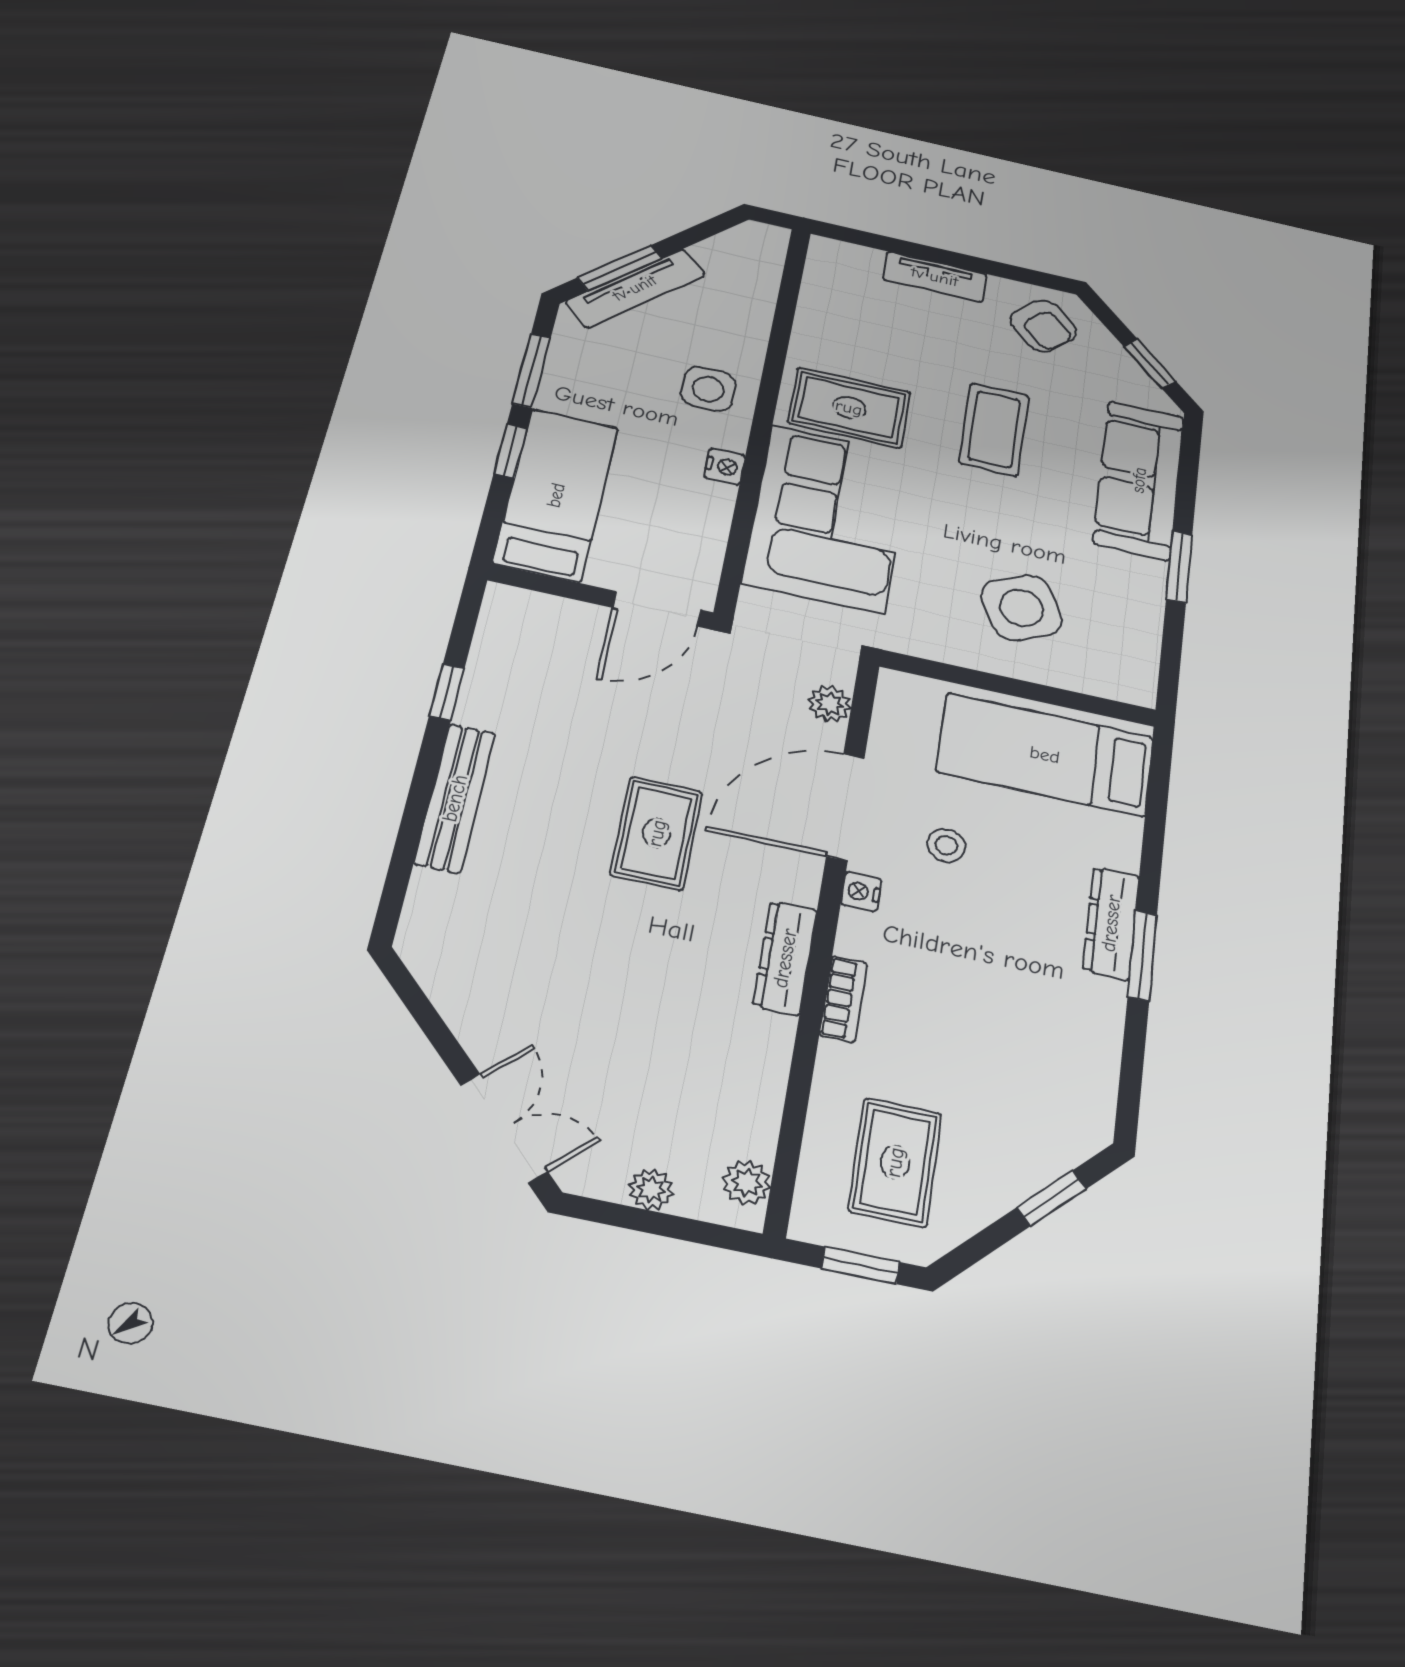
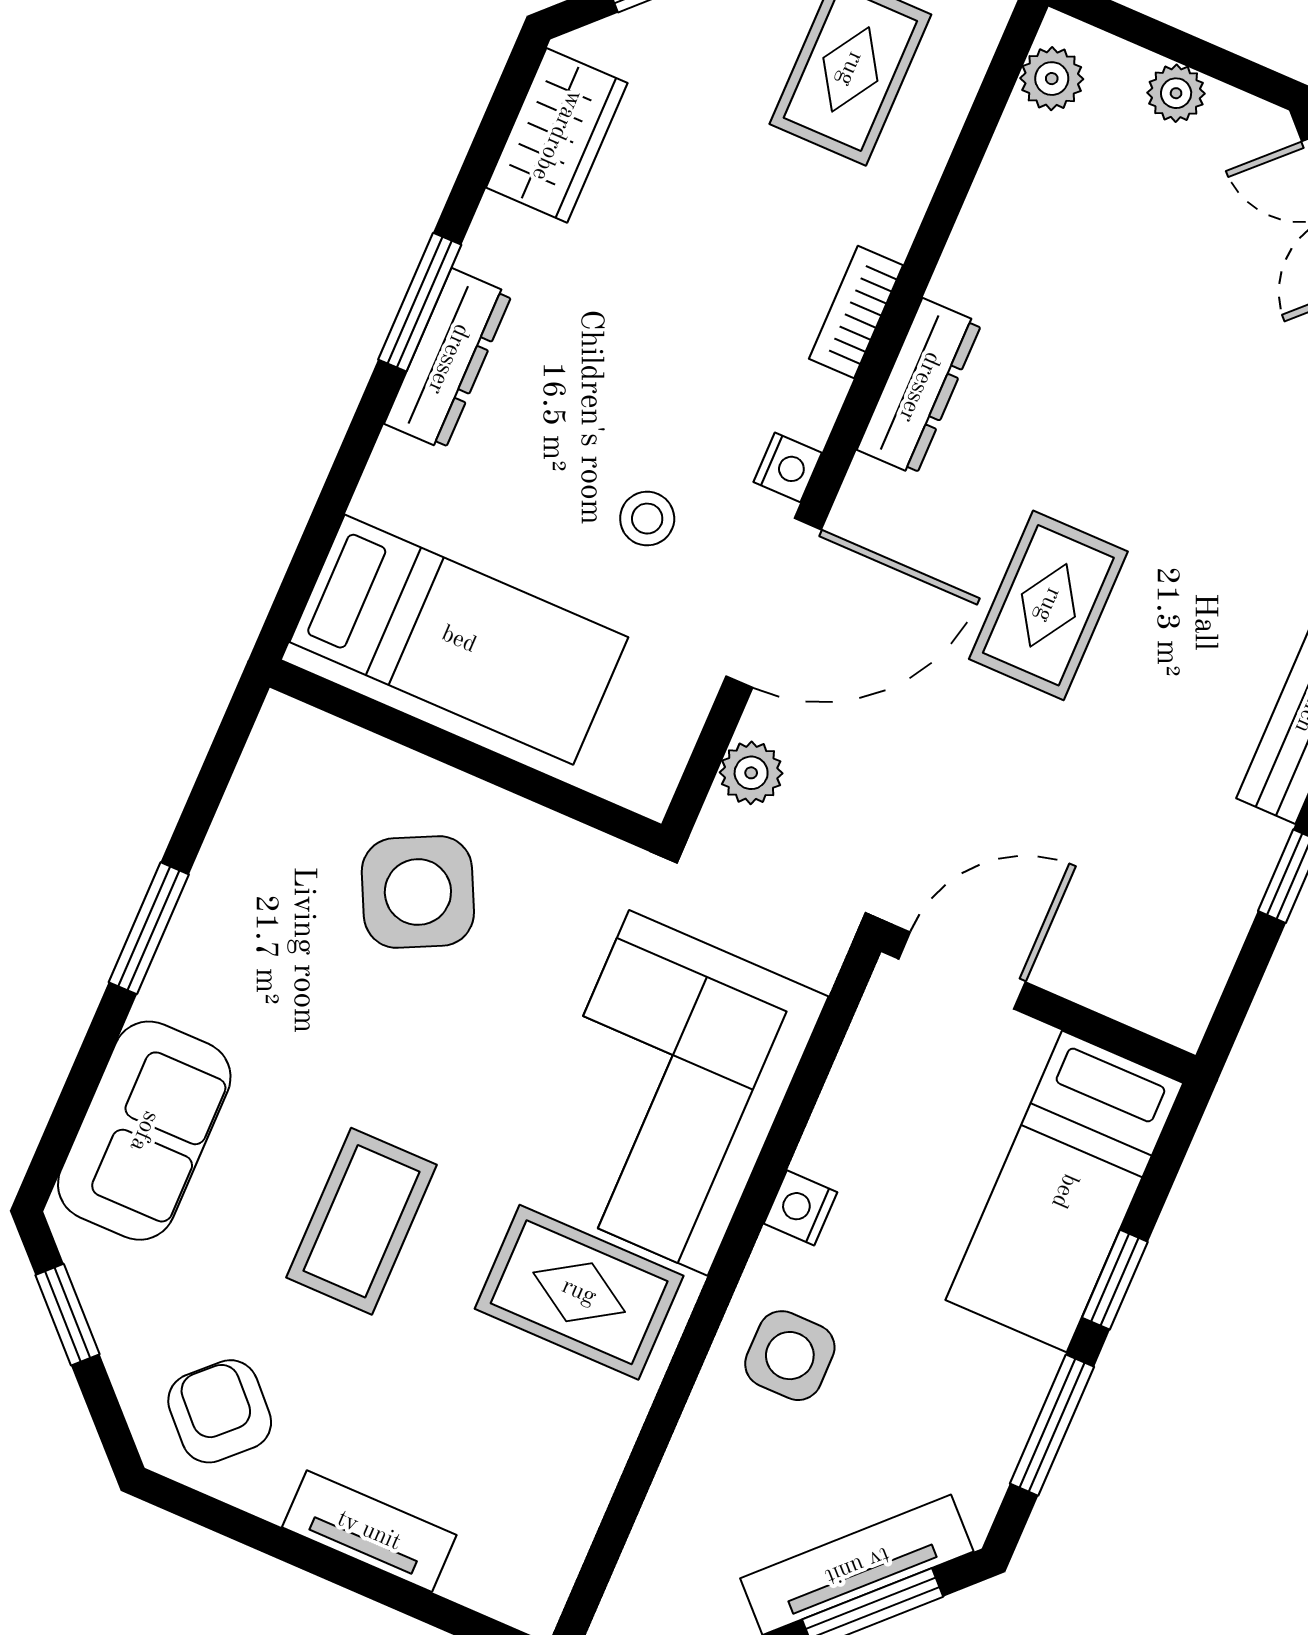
sofa: (1139, 480) -> (144, 1131), width x0.73
wardrobe: (1087, 1080) -> (557, 135), added

